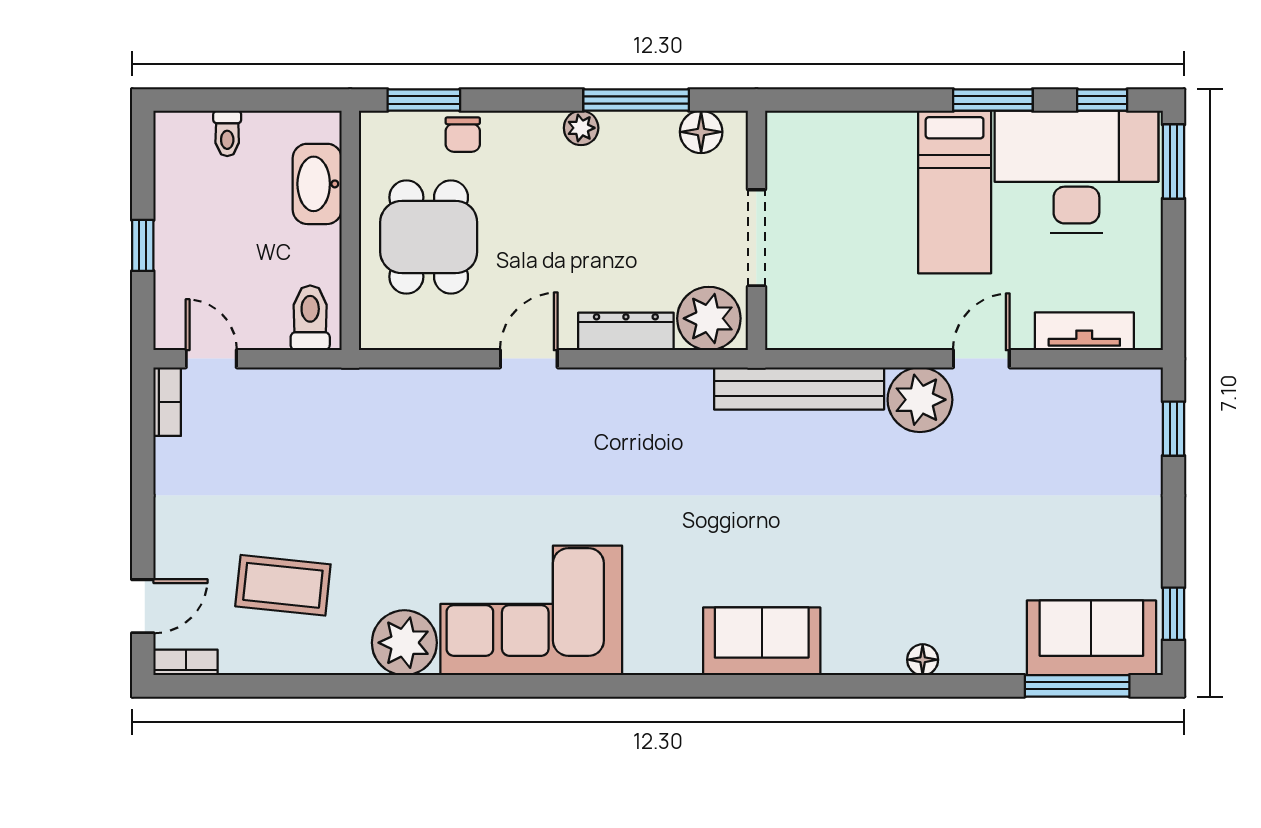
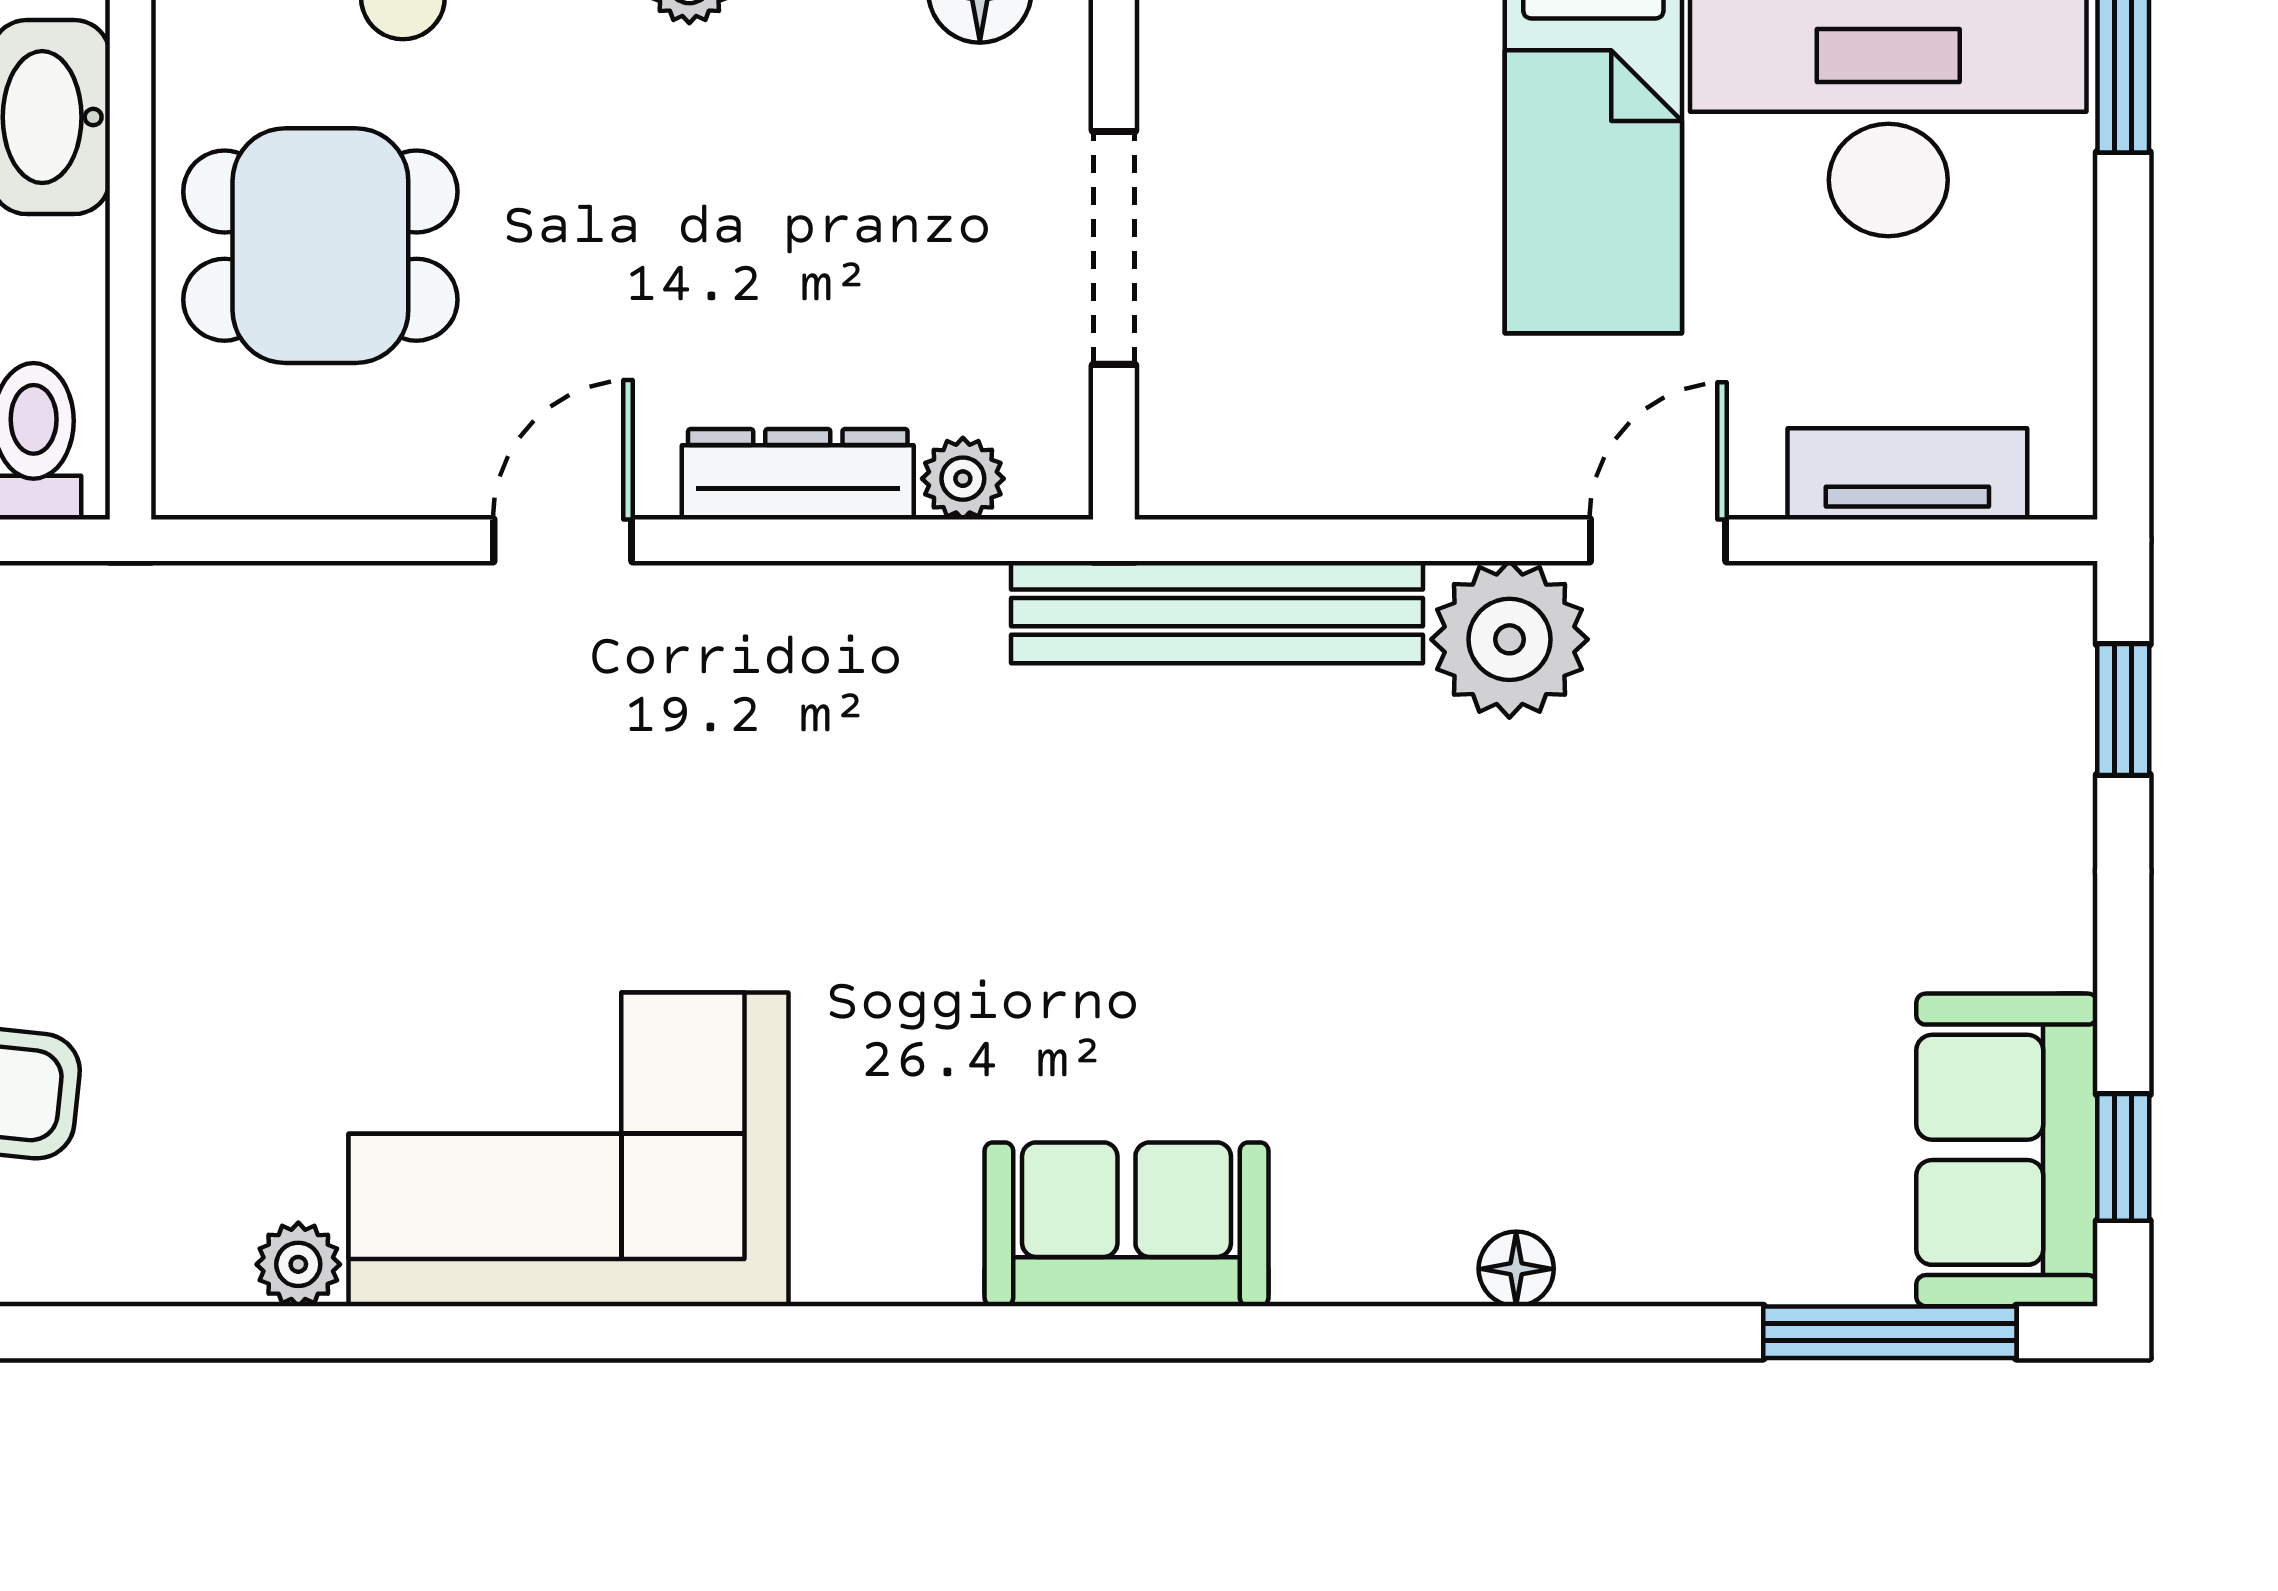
dining table: (429, 237) -> (320, 246), turned 90
plant: (709, 318) -> (963, 479), width x0.53, depth x0.53
sofa: (1091, 638) -> (2007, 1150), moved, turned -90
plant: (404, 643) -> (298, 1264), width x0.53, depth x0.53

